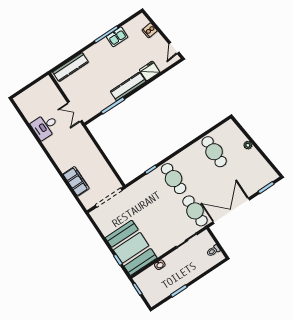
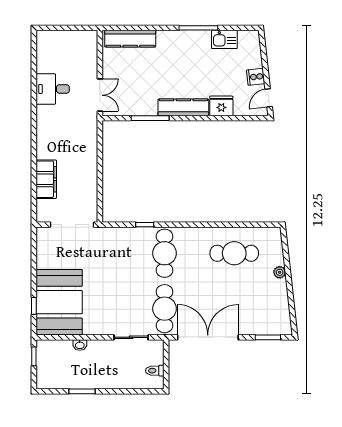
cooker: (150, 30) -> (256, 77), moved
kitchen sink: (117, 37) -> (224, 39), moved
double door: (75, 112) -> (100, 95), swing flipped
cafe table: (214, 152) -> (234, 253), turned 90

